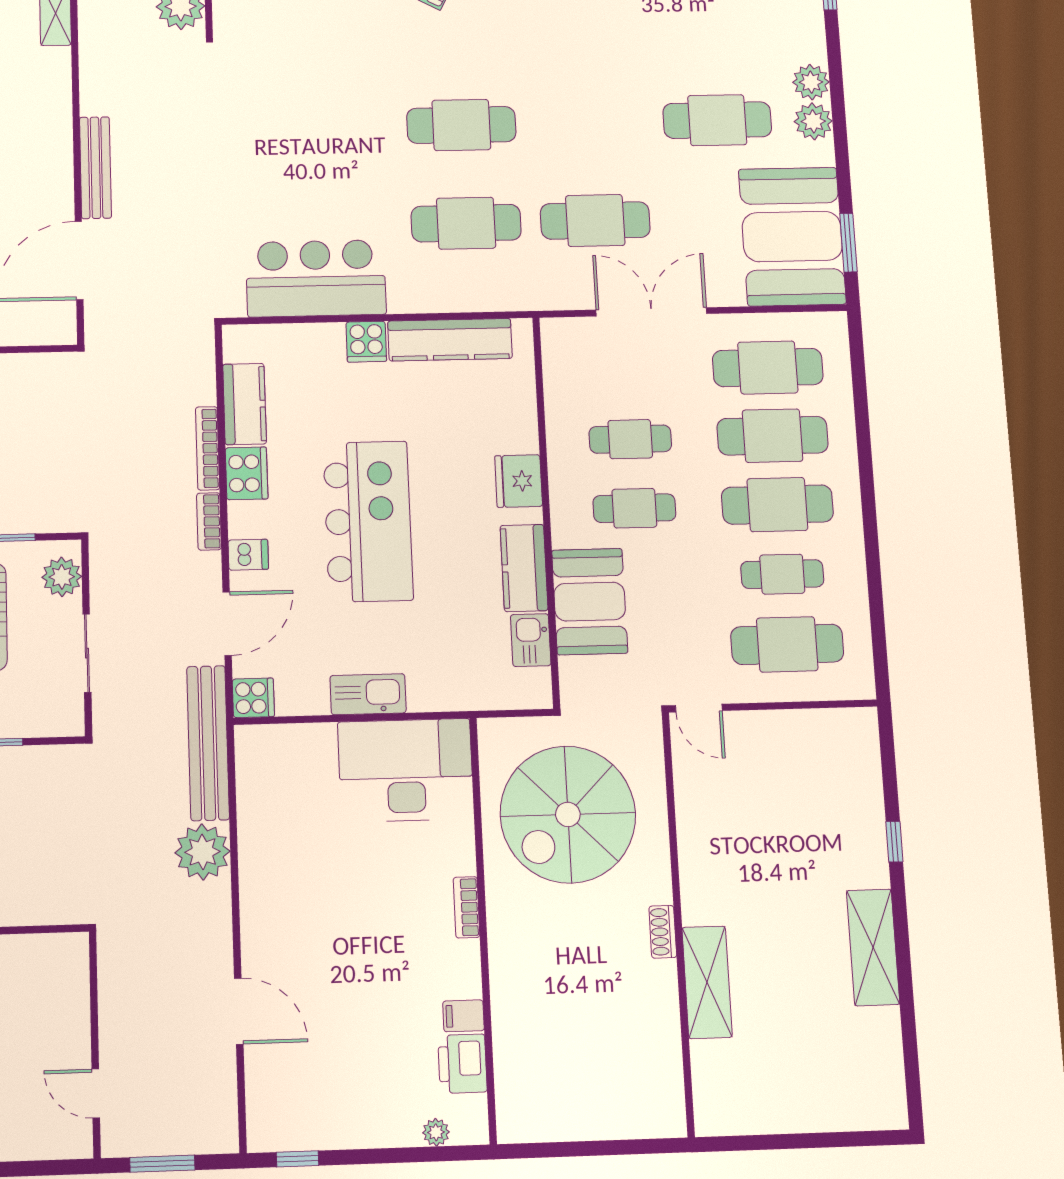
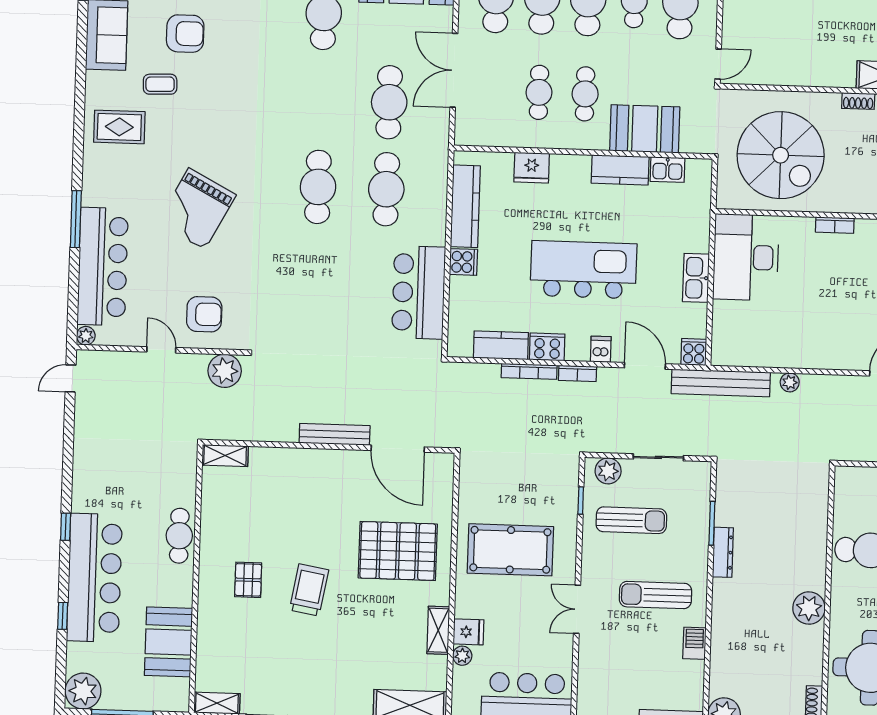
fridge: (519, 481) -> (532, 168), moved
plant: (202, 852) -> (790, 382), width x0.53, depth x0.53

